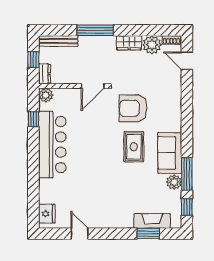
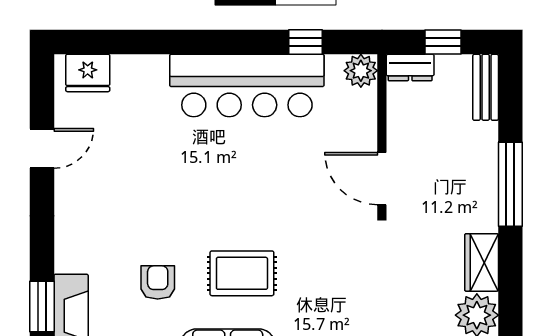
bench: (58, 41) -> (486, 87), width x0.73
armchair: (133, 108) -> (158, 282), moved, width x0.53, depth x0.53

